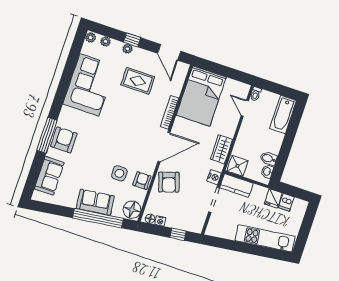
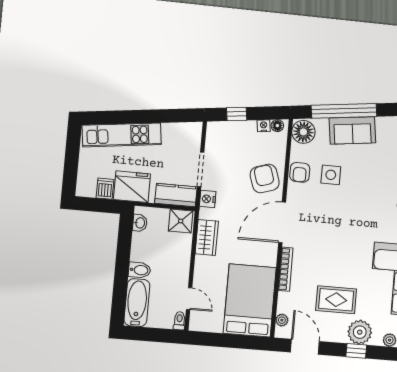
plant: (128, 49) -> (360, 332), width x1.88, depth x1.88
plant: (181, 76) -> (282, 320), added
bidet: (268, 159) -> (140, 270), moved
fridge: (273, 198) -> (132, 187), width x1.88, depth x1.34

